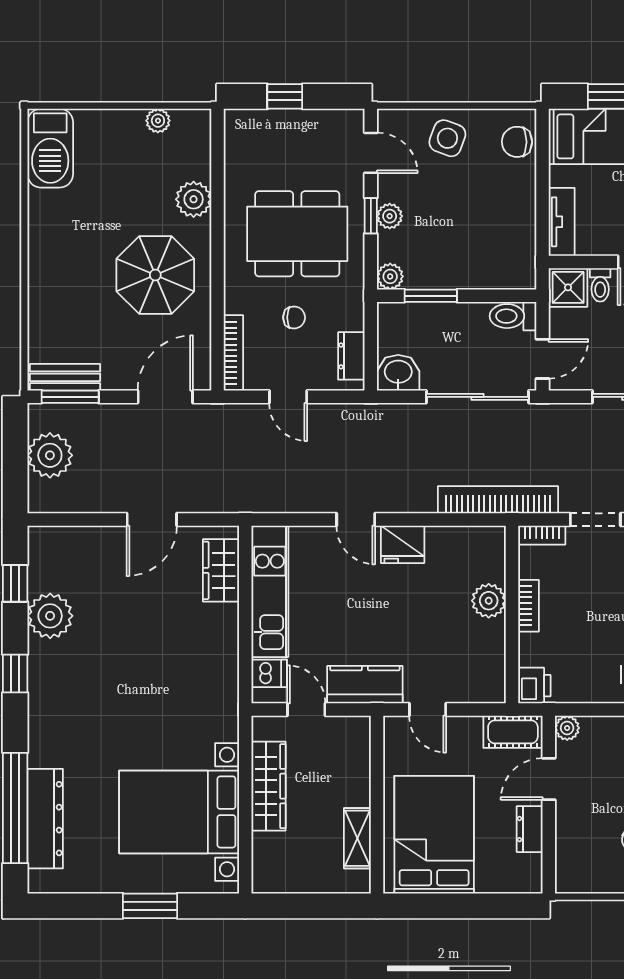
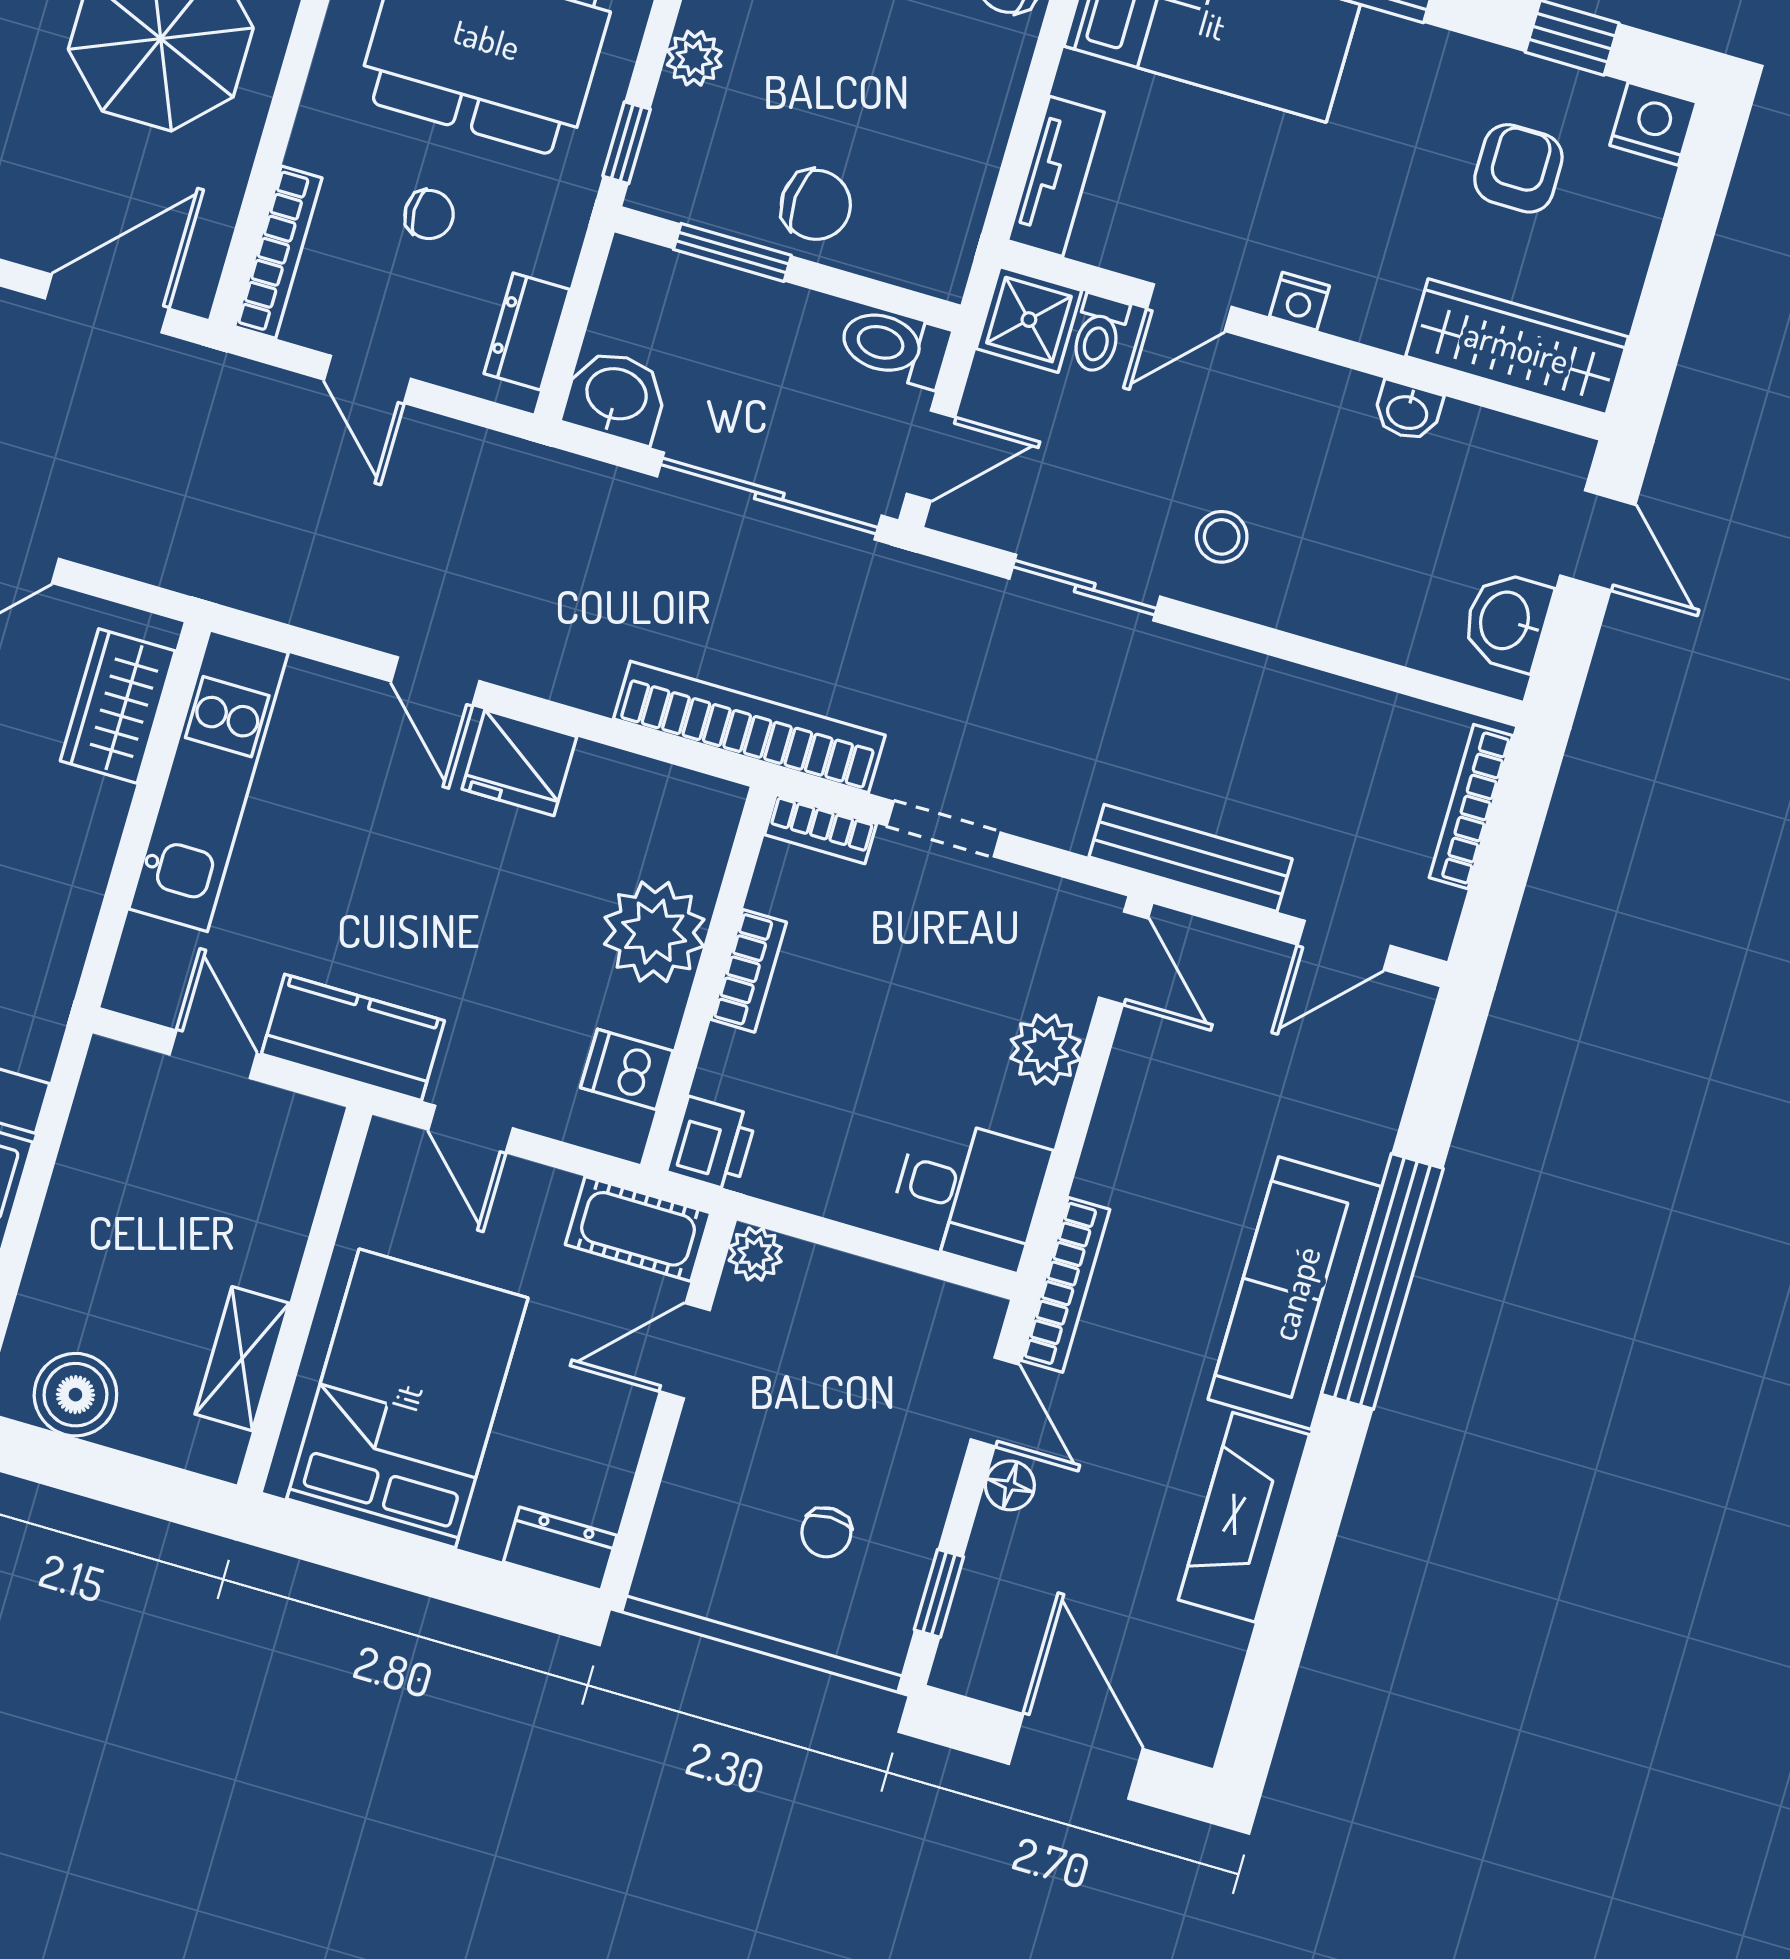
window: (371, 216) -> (627, 143), moved
chair: (461, 264) -> (816, 205), added
plant: (390, 276) -> (658, 187), removed
plant: (489, 601) -> (654, 932), width x1.36, depth x1.36
dishwasher: (269, 673) -> (627, 1069), moved, turned 180
wardrobe: (268, 786) -> (86, 1193), removed
dresser: (530, 829) -> (560, 1549), moved, turned 90
boiler: (289, 875) -> (75, 1395), added

